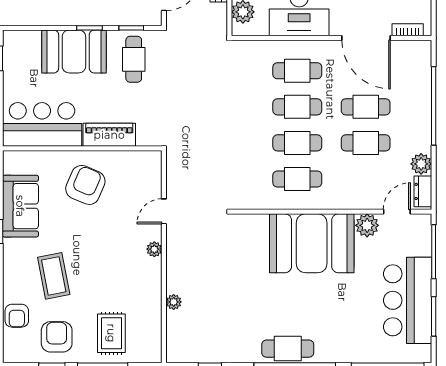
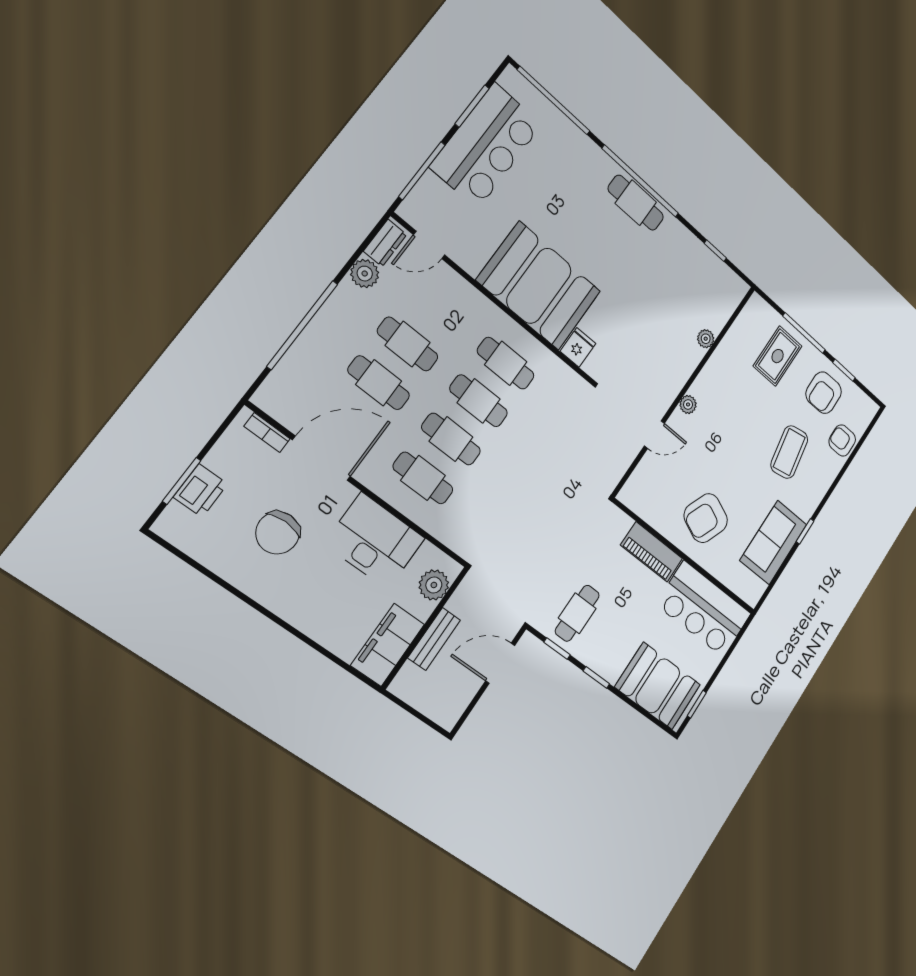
door: (366, 38) -> (322, 458), hinge flipped
booth: (74, 51) -> (658, 686), moved
plant: (367, 225) -> (470, 257), removed
fridge: (258, 226) -> (578, 347), added
armchair: (17, 316) -> (842, 440), turned -90

